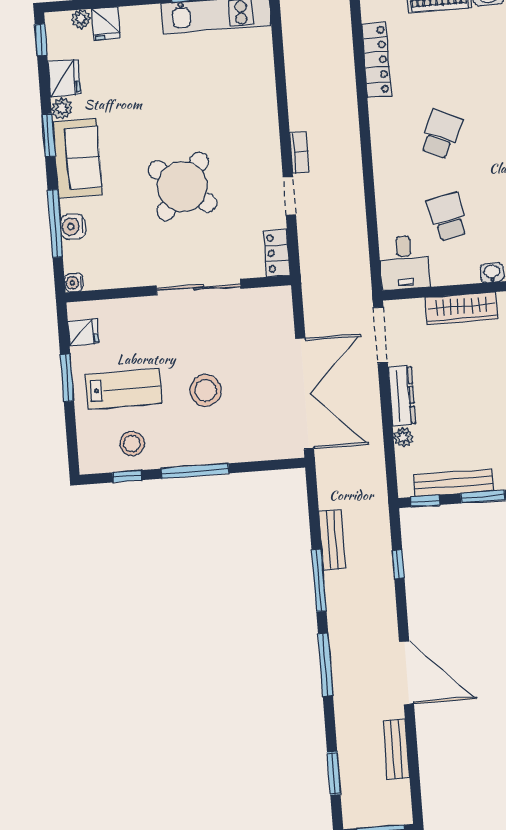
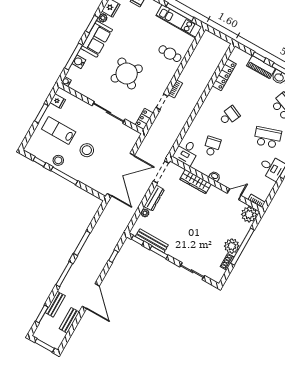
cafe table: (241, 90) -> (170, 54), added
lab bench: (124, 389) -> (59, 130), turned 180
stool: (132, 444) -> (58, 160), moved
bench: (332, 540) -> (55, 304), moved

